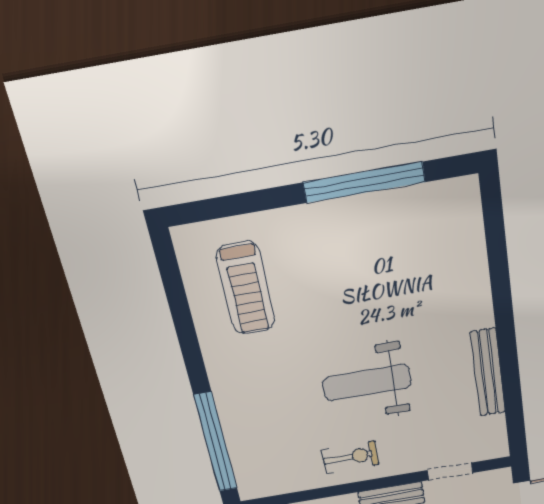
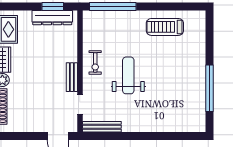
treadmill: (246, 288) -> (165, 27), moved
bench: (488, 372) -> (102, 127), moved

